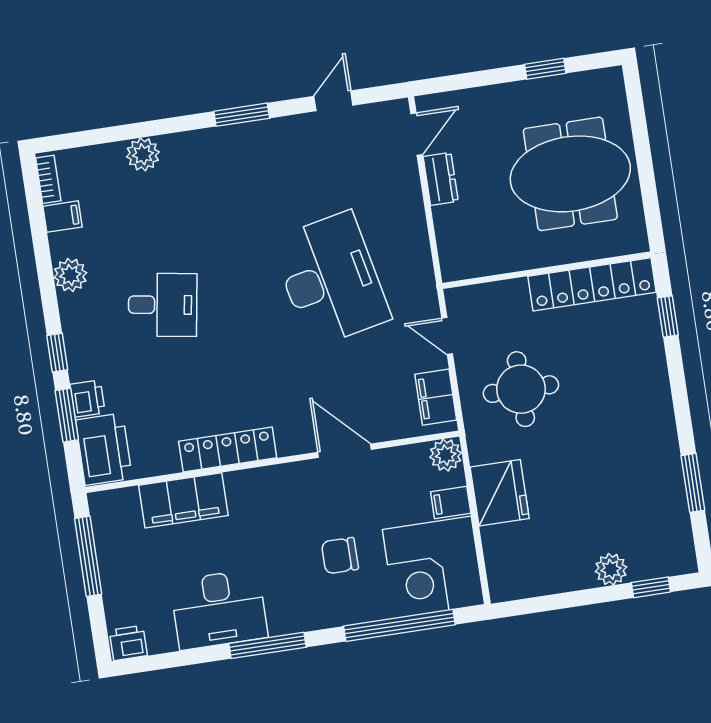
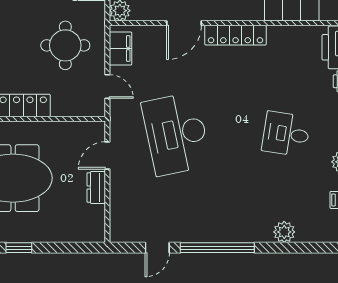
window: (242, 115) -> (217, 248), width x2.11
door: (417, 134) -> (107, 156), moved
locker: (228, 450) -> (236, 35), moved
door: (345, 451) -> (184, 23), hinge flipped

